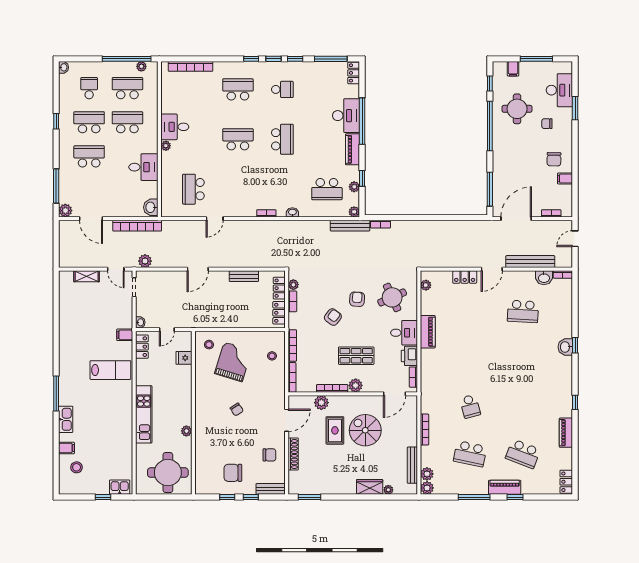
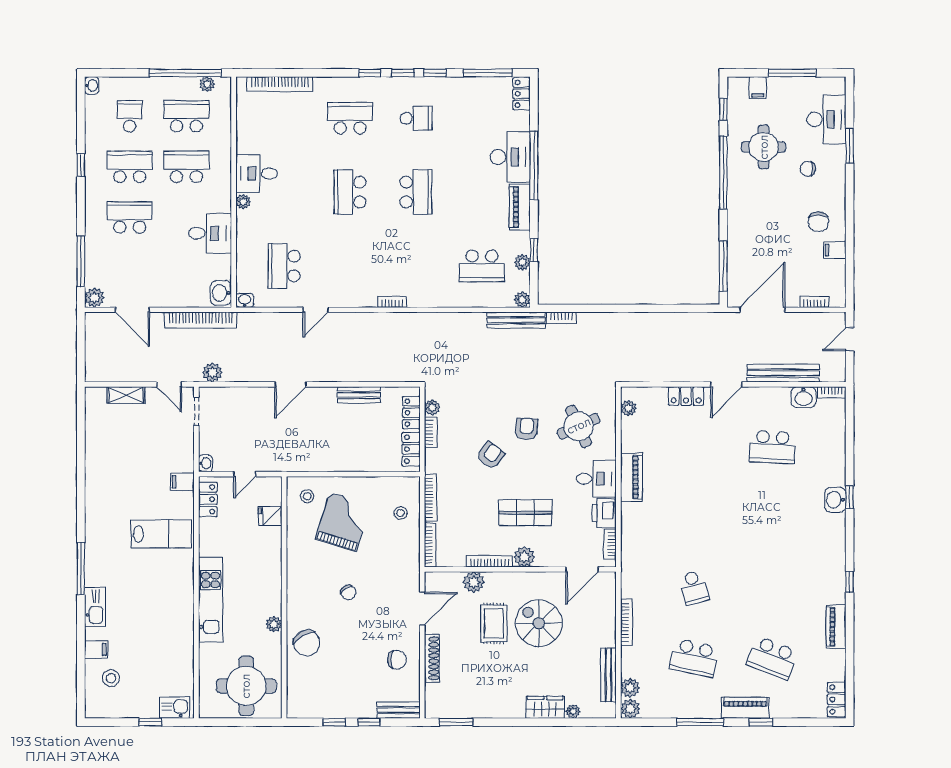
school desk: (238, 139) -> (350, 192), turned -90
washbasin: (292, 212) -> (245, 300), moved
chair: (233, 473) -> (307, 643), moved, turned -120

